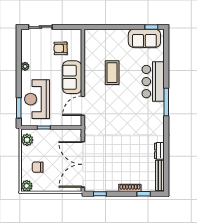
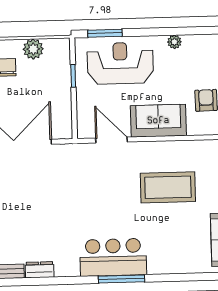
coffee table: (112, 73) -> (168, 187), width x1.36, depth x1.32
bar counter: (153, 82) -> (113, 257), moved
plant: (27, 140) -> (33, 49), moved

